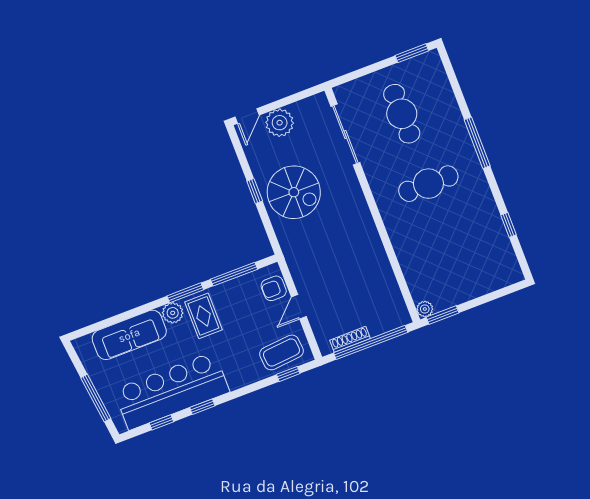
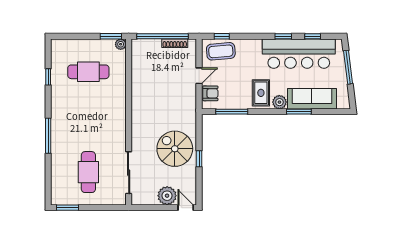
door: (247, 116) -> (186, 208), hinge flipped
cafe table: (428, 184) -> (88, 72), moved
window: (185, 293) -> (299, 112), moved

